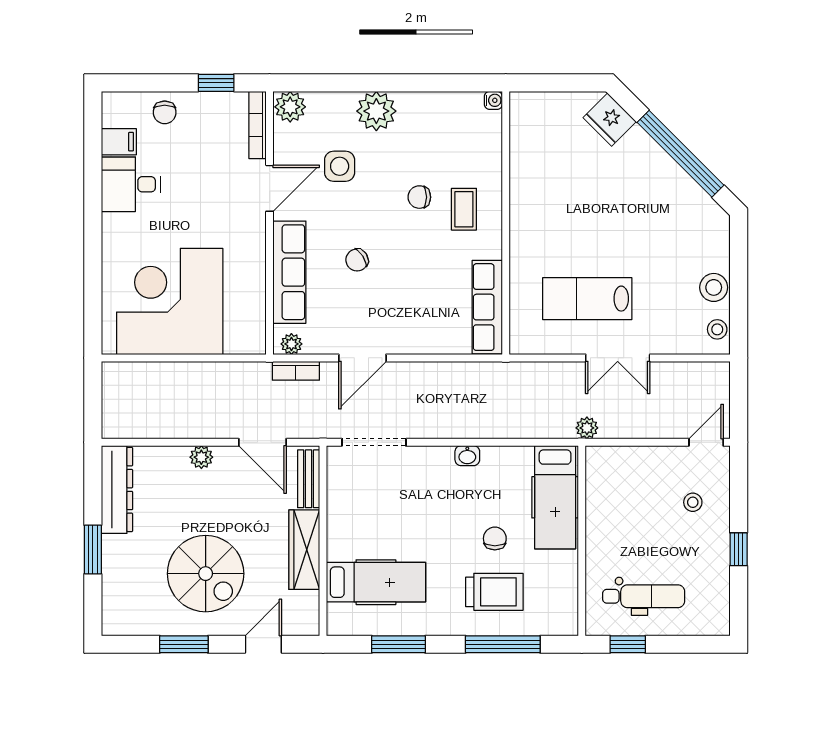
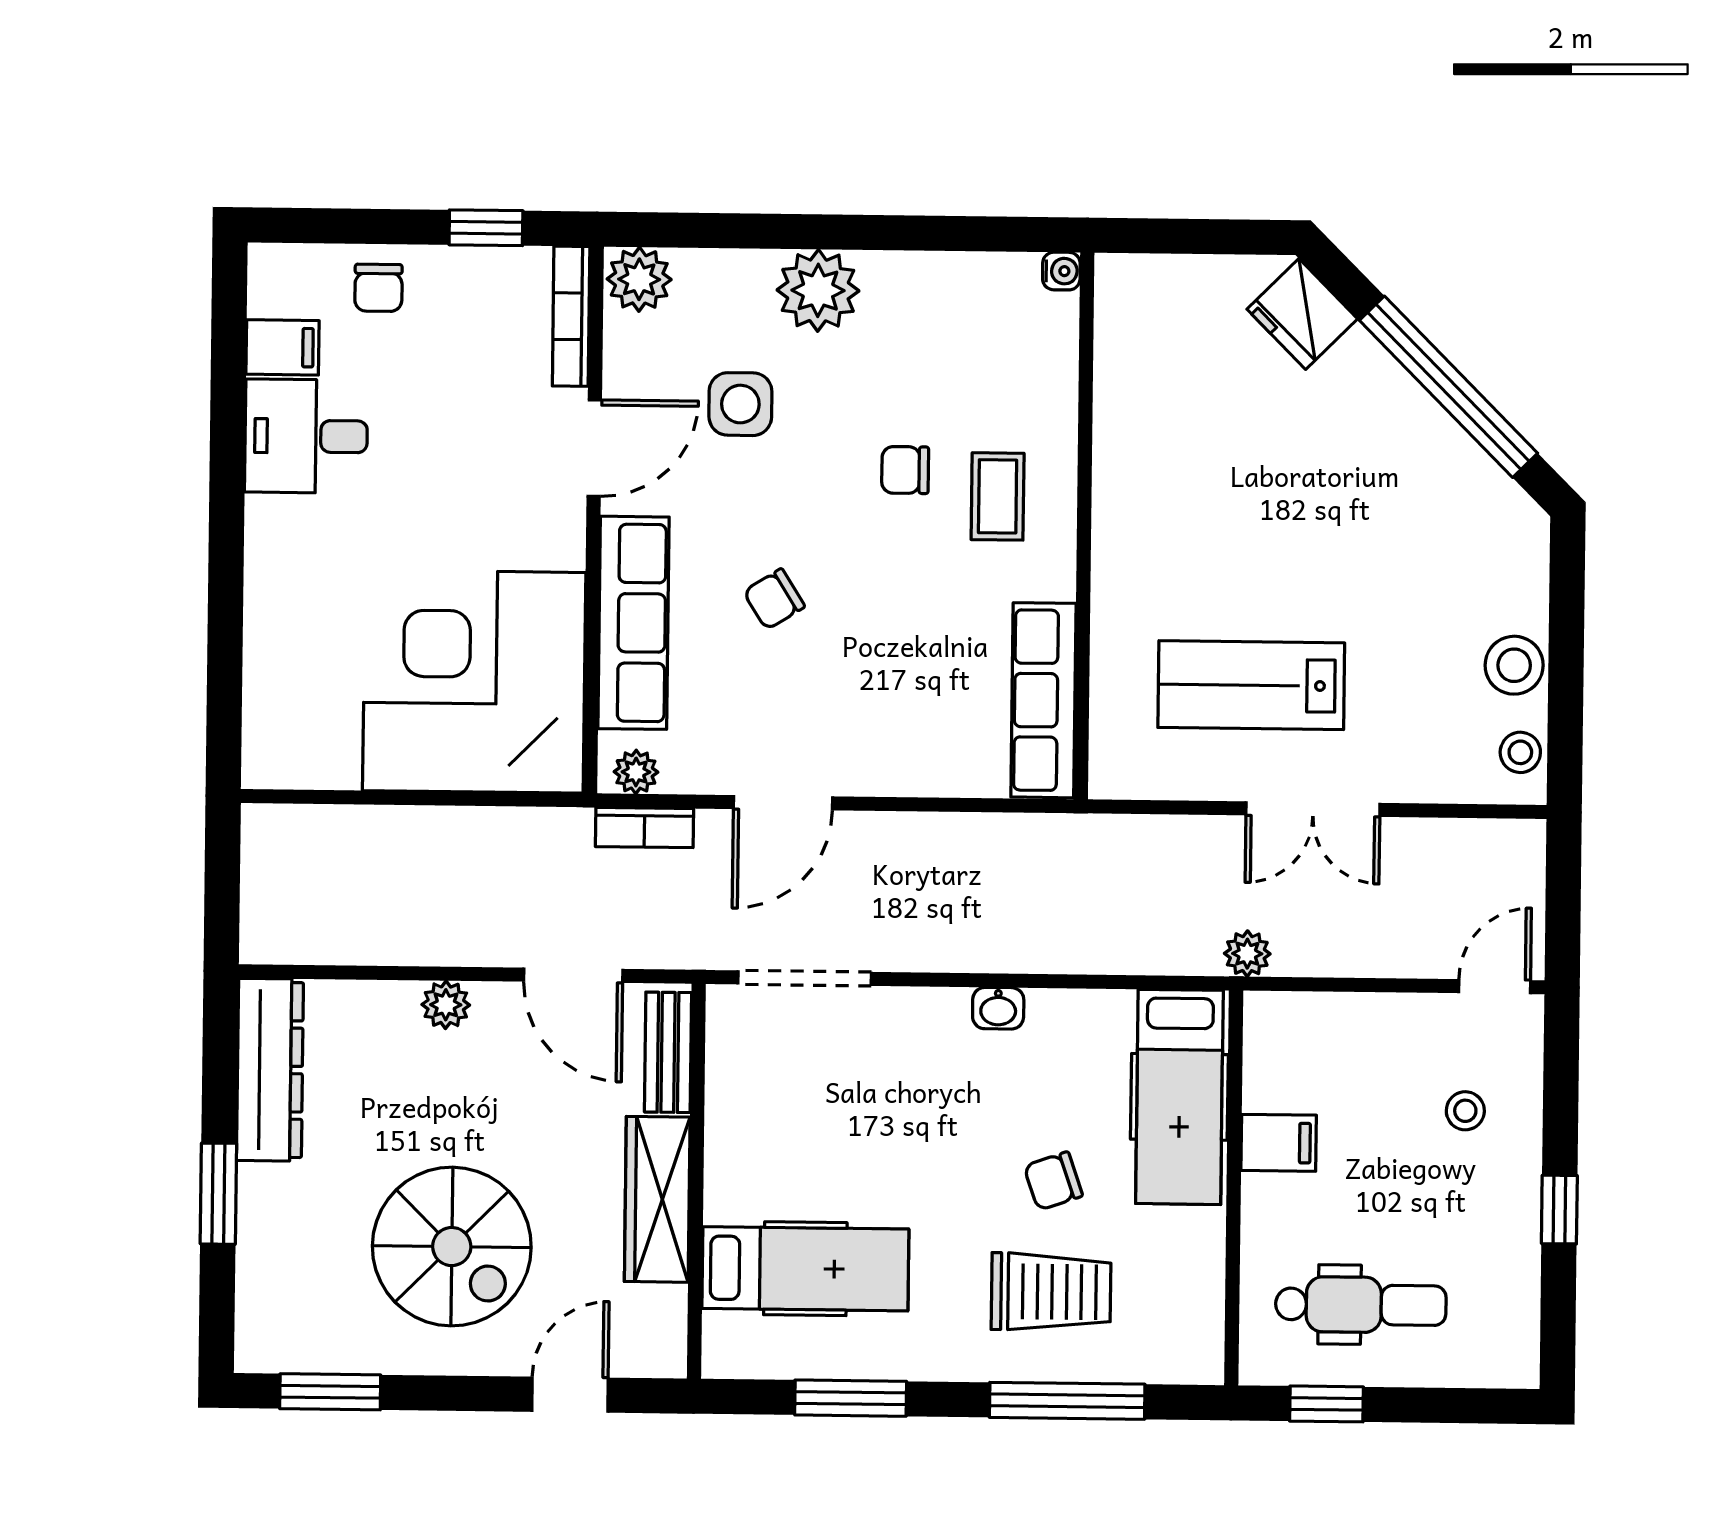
corner desk: (170, 301) -> (474, 682), moved
filing cabinet: (603, 519) -> (1279, 1143), added
chair: (495, 538) -> (1053, 1181), turned -109
window: (184, 644) -> (330, 1392), moved

